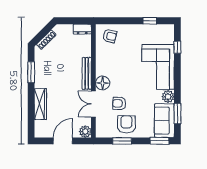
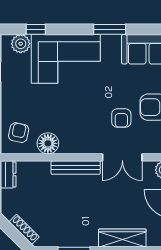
floor lamp: (103, 83) -> (48, 143), moved
plant: (168, 97) -> (21, 44), moved
window: (177, 114) -> (110, 29), moved

